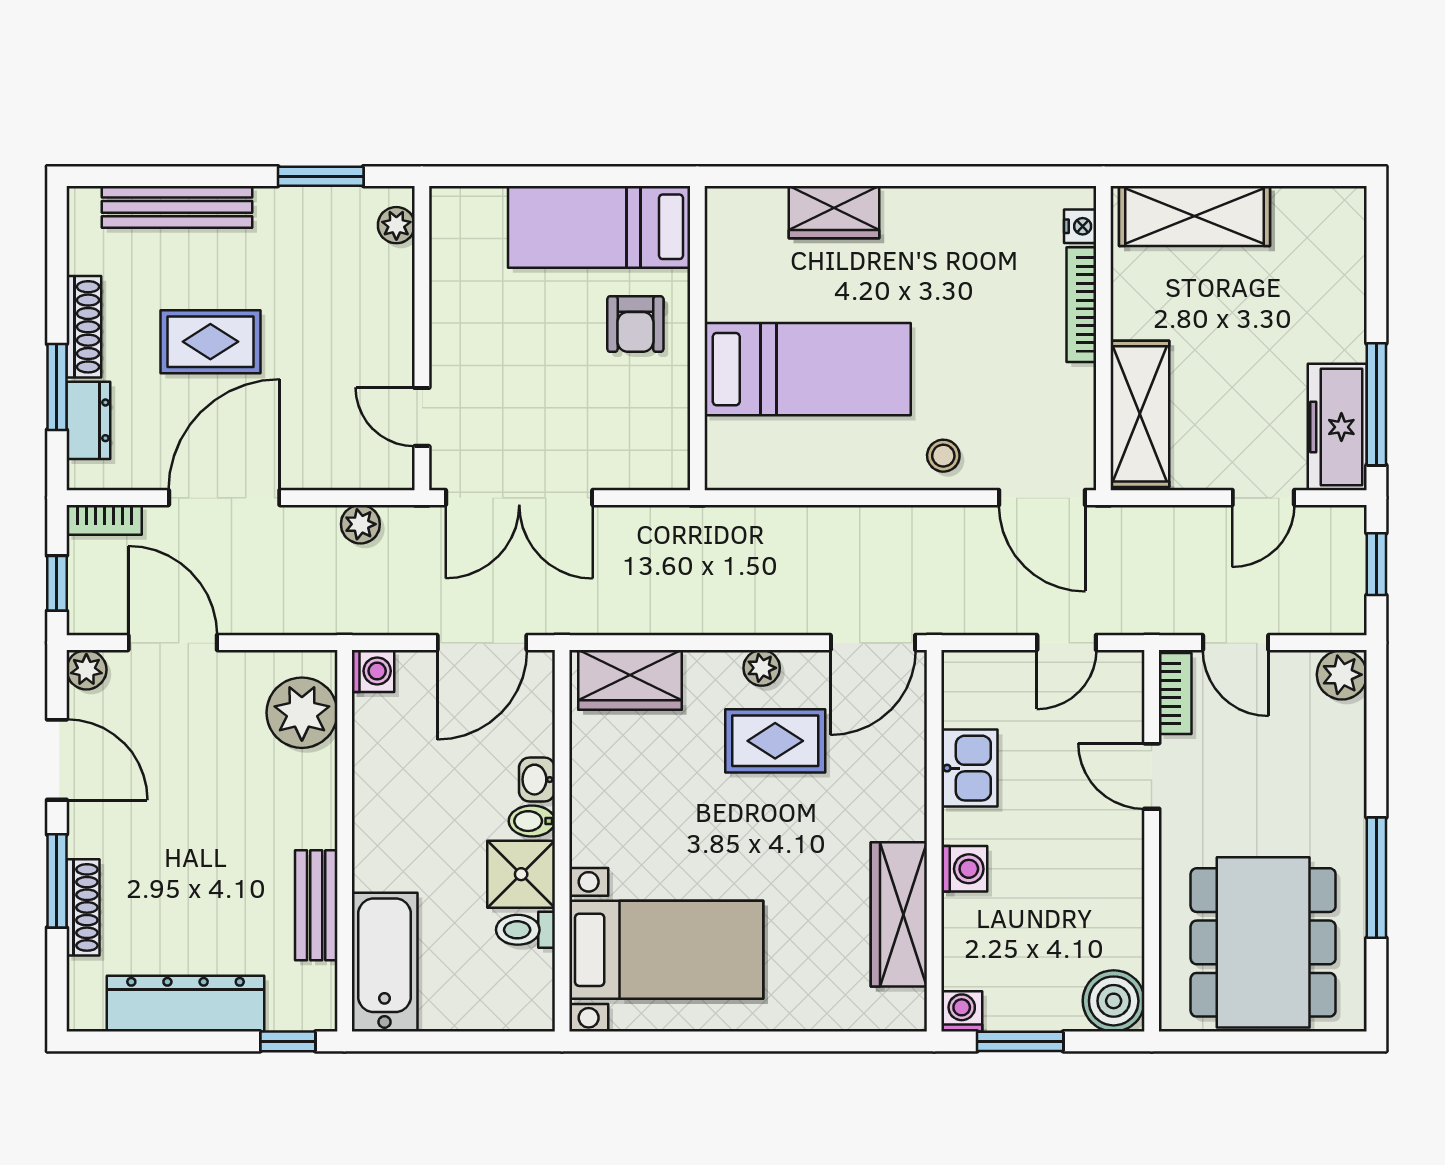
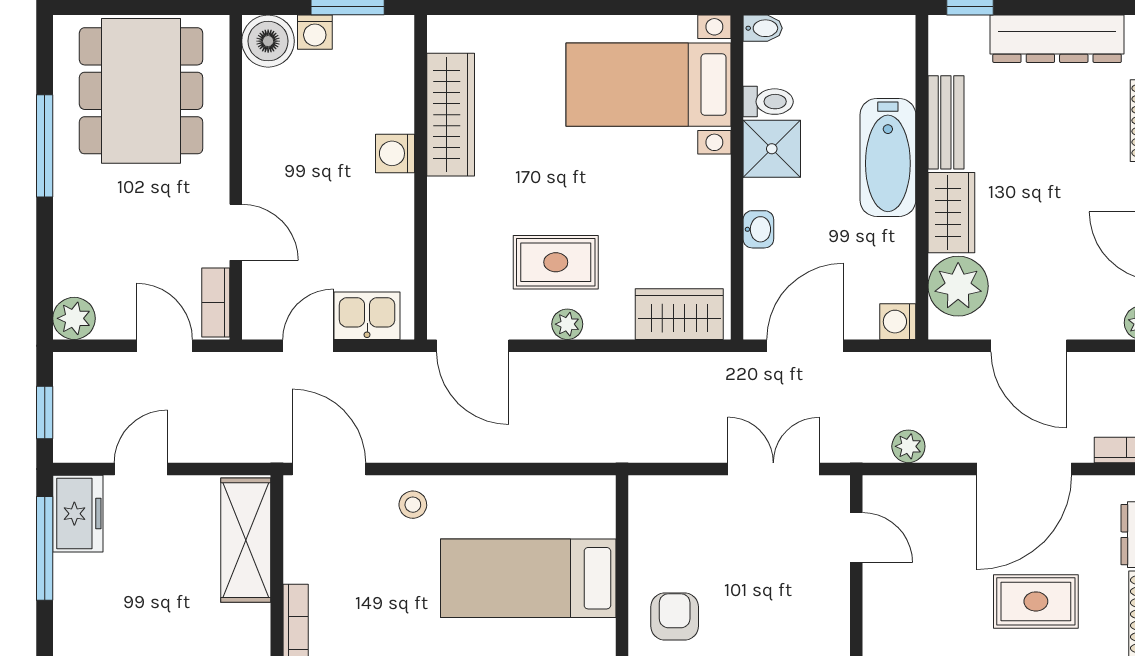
freezer: (1337, 427) -> (78, 514), width x0.71
double door: (519, 498) -> (773, 469), width x0.73
door: (173, 643) -> (1029, 346), moved
door: (873, 643) -> (473, 346), swing flipped
kitchen sink: (969, 768) -> (367, 316), moved, turned 90
wardrobe: (310, 799) -> (951, 213), added
bidet: (532, 821) -> (763, 28), moved
bathtub: (385, 962) -> (888, 157), moved
washing machine: (962, 1011) -> (315, 32), moved

